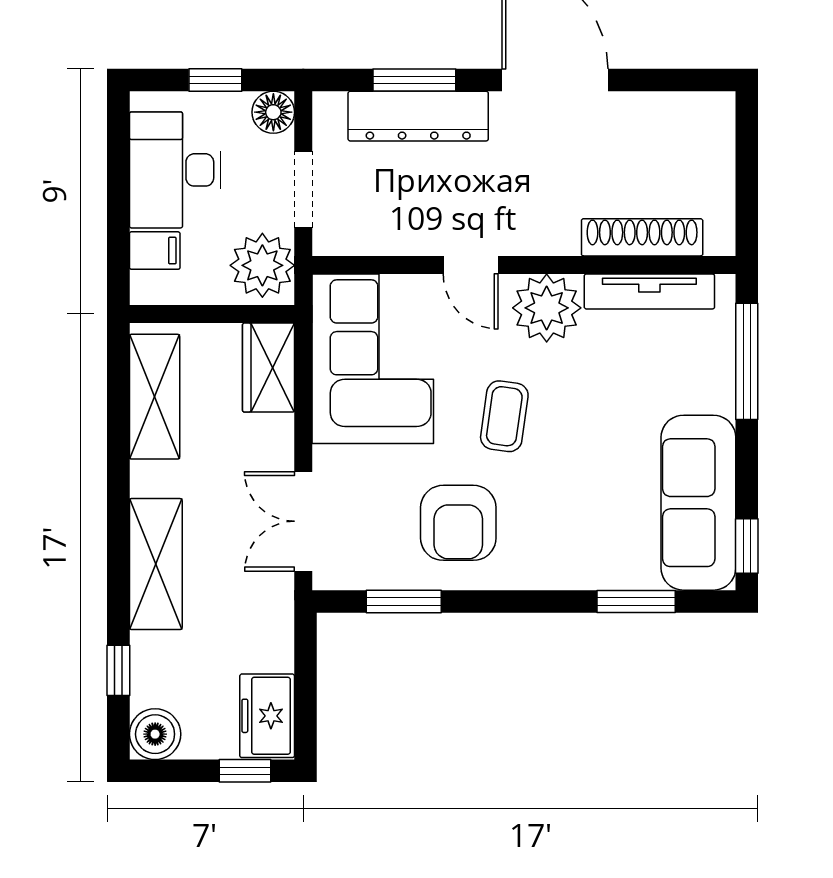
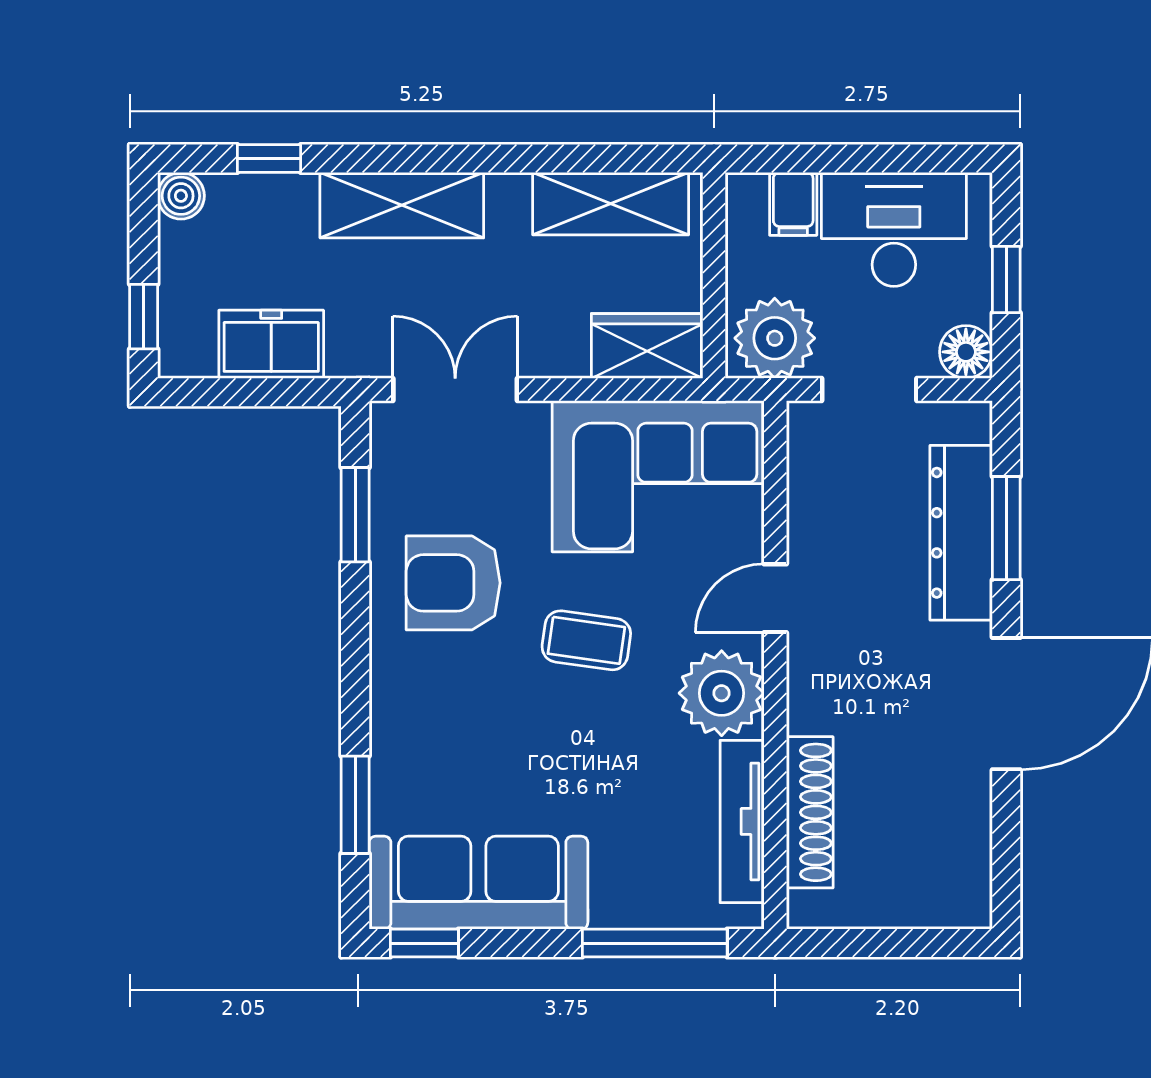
freezer: (267, 716) -> (271, 344), moved
boiler: (155, 734) -> (181, 196), width x0.73, depth x0.73

